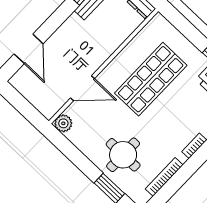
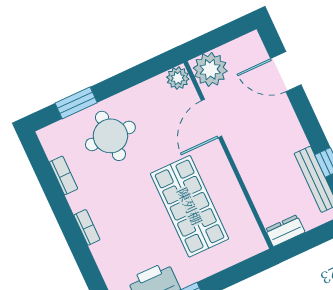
plant: (48, 103) -> (210, 69), added
bookcase: (164, 177) -> (64, 175), width x0.64

